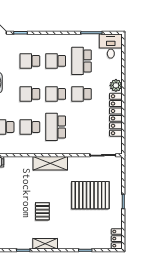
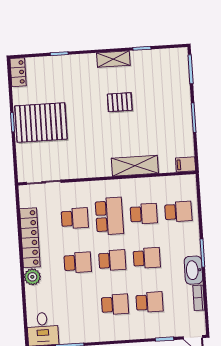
school desk: (82, 61) -> (75, 218), moved, width x0.54
shelving: (50, 163) -> (135, 166), moved
pallet: (90, 195) -> (41, 123), moved
pallet: (42, 211) -> (120, 102), turned 90

